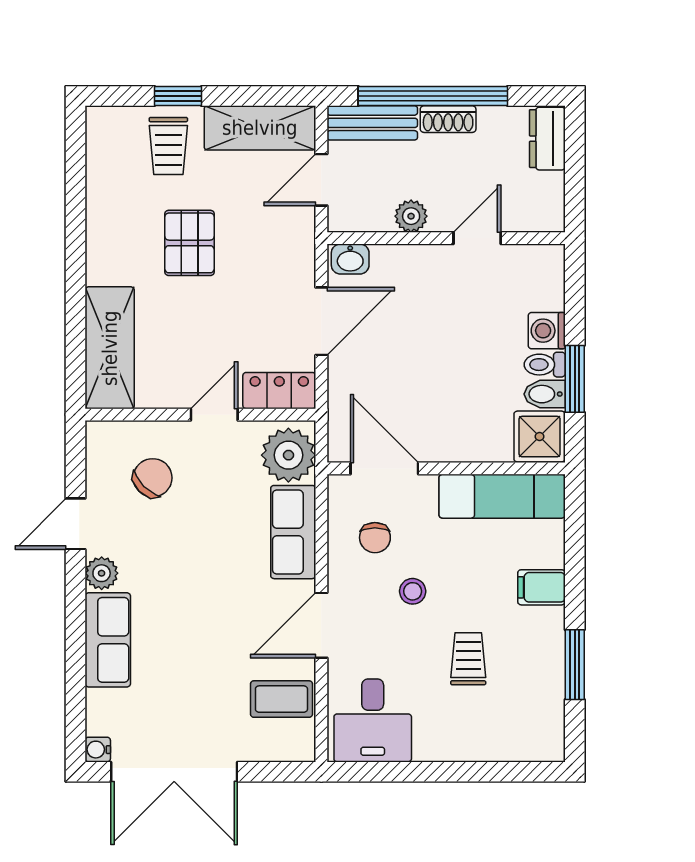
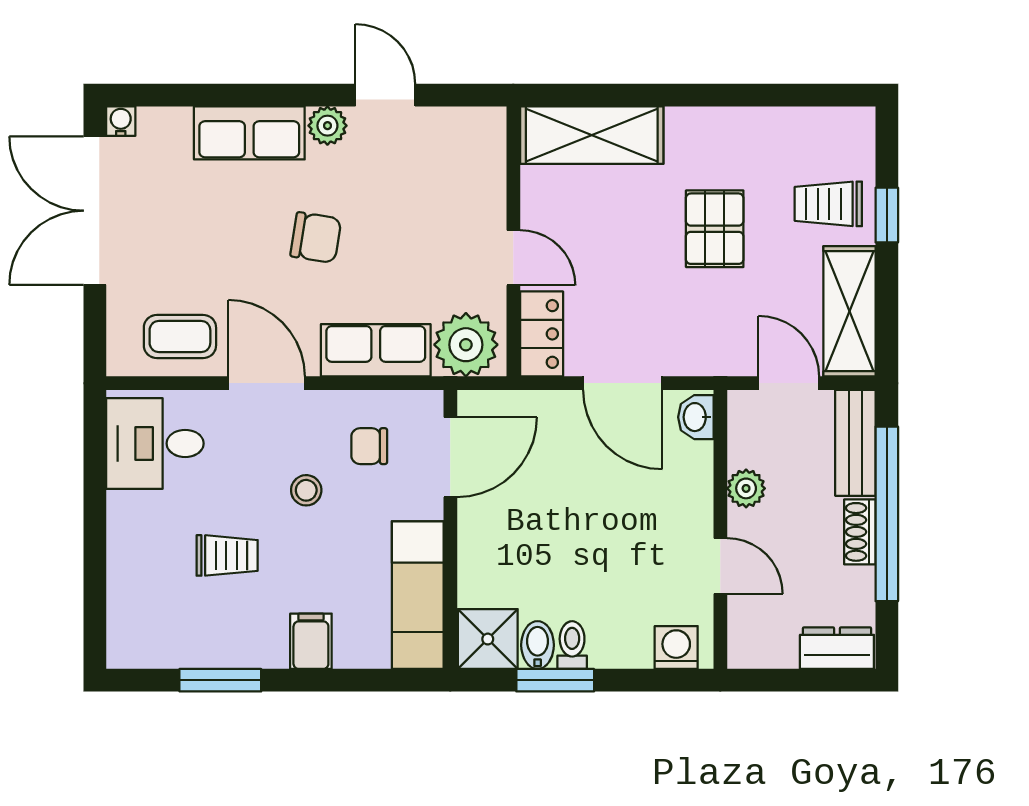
pallet: (190, 243) -> (715, 229), turned 90
washing machine: (547, 331) -> (676, 647), moved
chair: (153, 478) -> (316, 238), moved, turned -36
coffee table: (281, 699) -> (180, 337), turned 90

